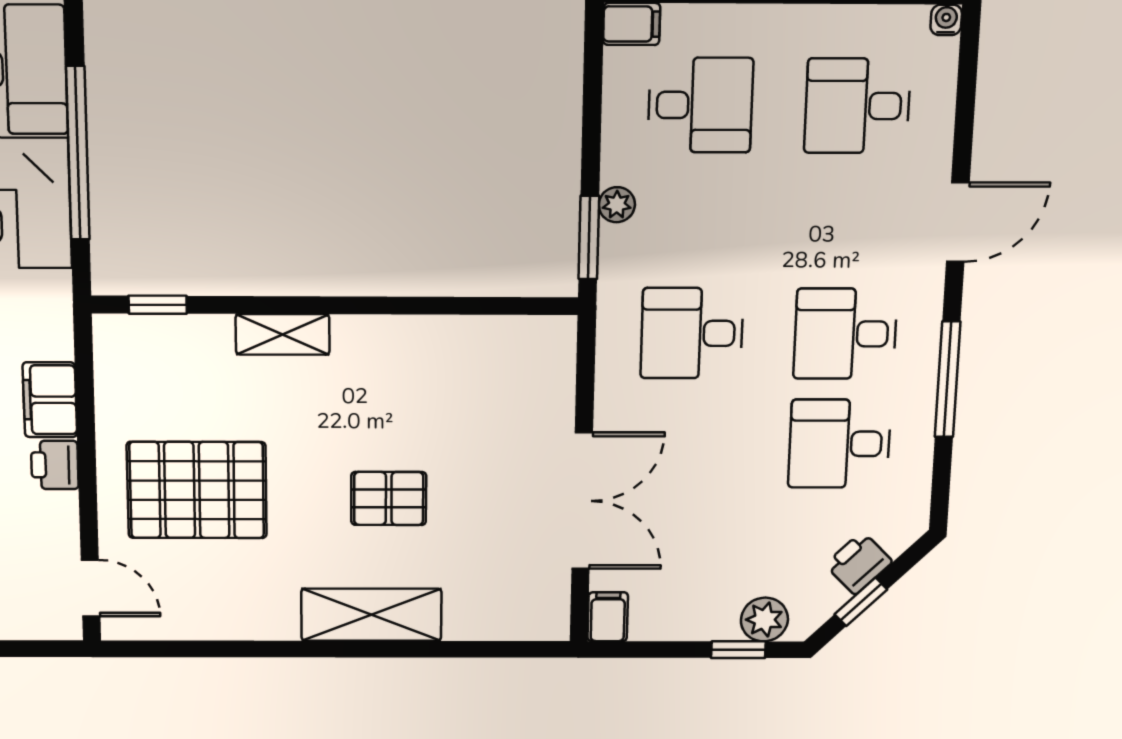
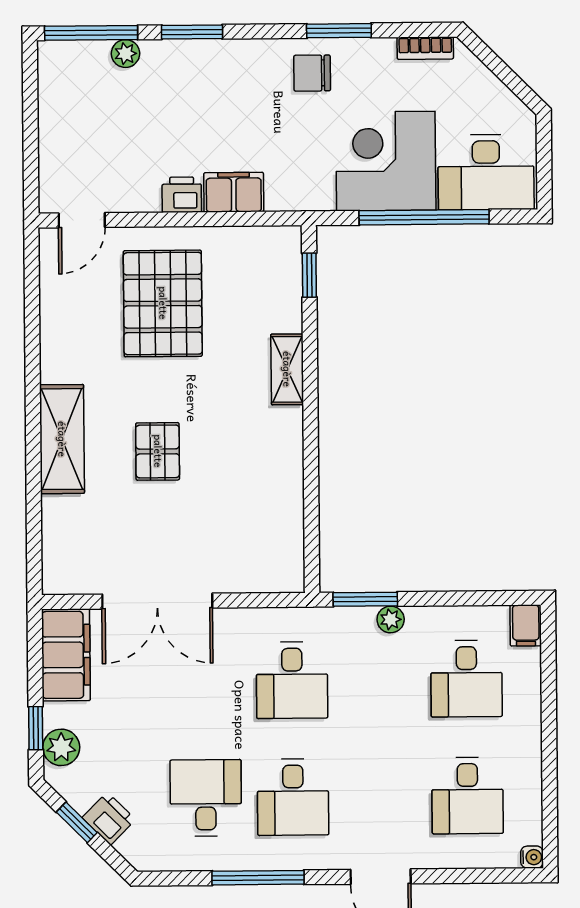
desk: (857, 106) -> (467, 796), turned 180
desk: (692, 333) -> (292, 680), turned 180
desk: (845, 334) -> (293, 797), turned 180
filing cabinet: (608, 617) -> (66, 655), width x3.00, depth x1.17

